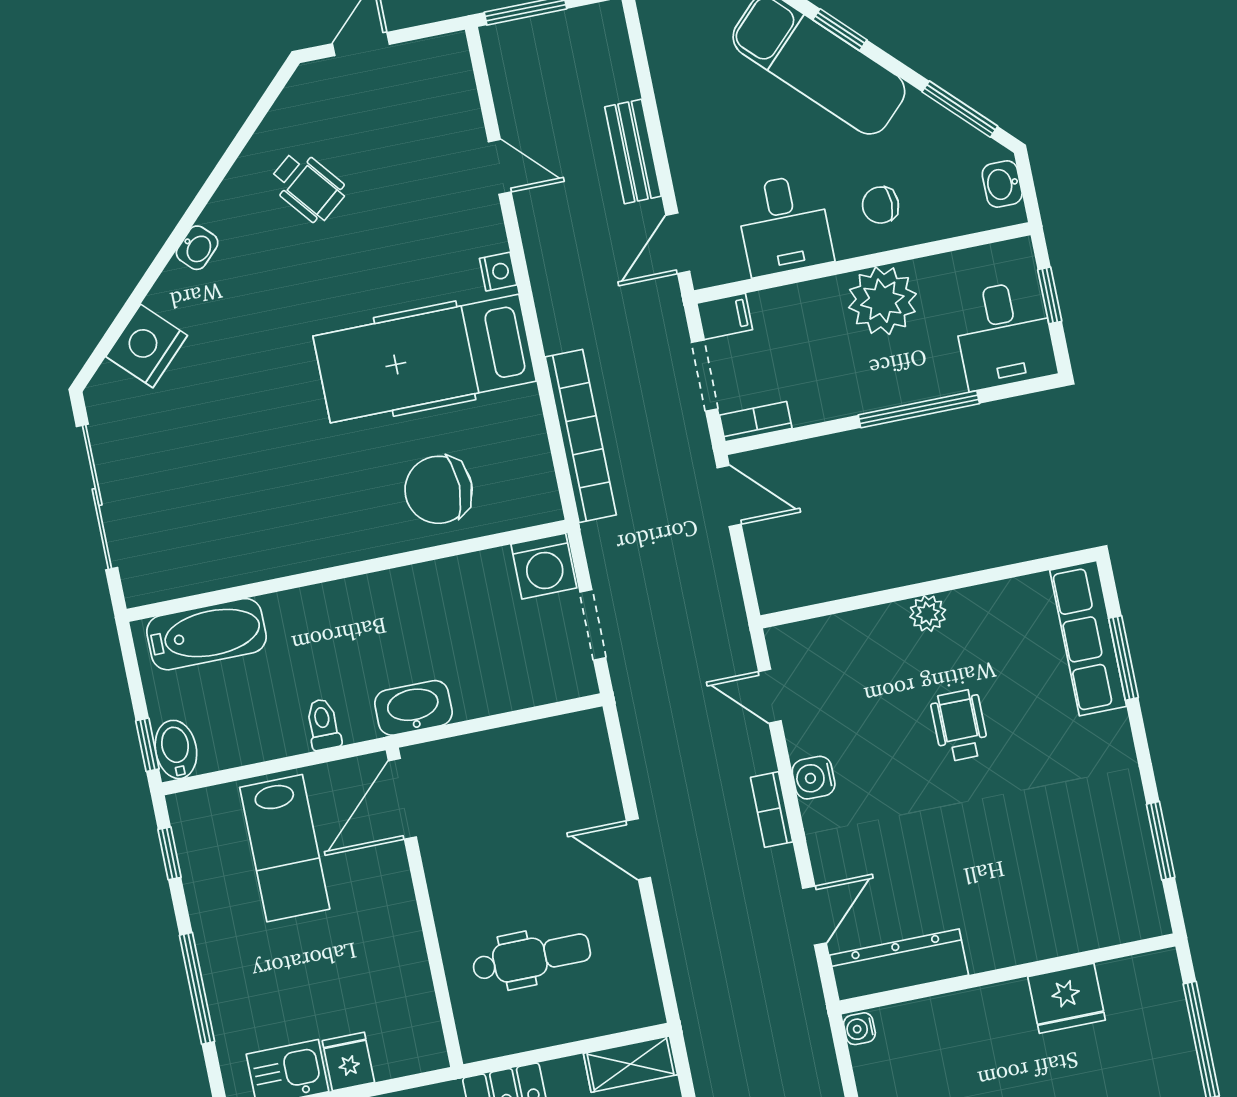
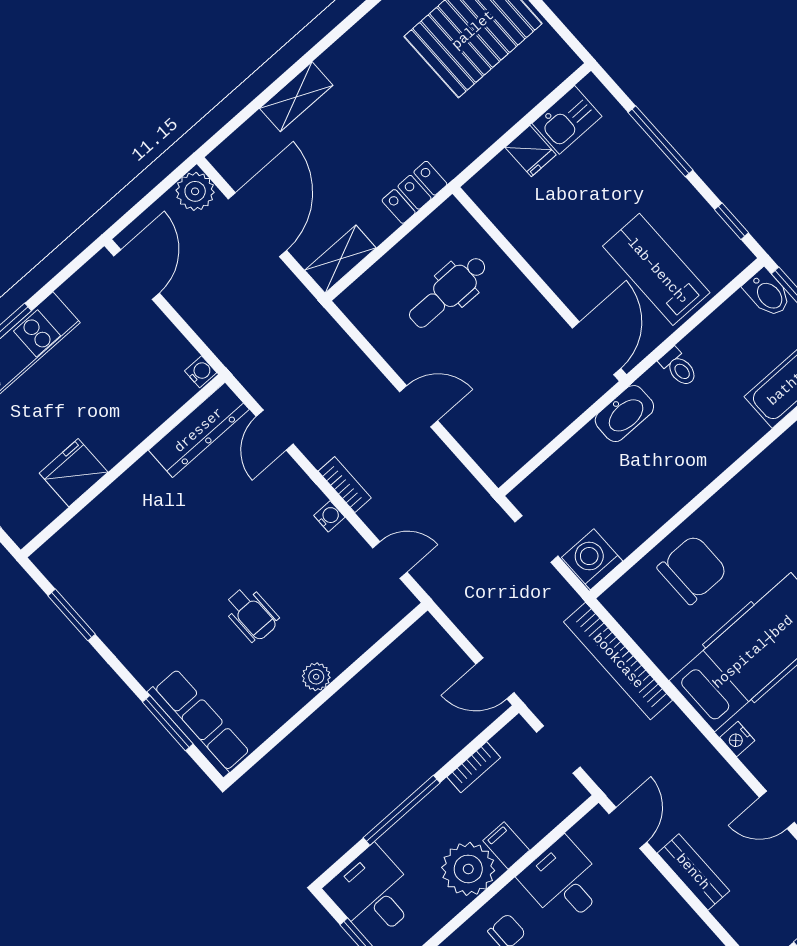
filing cabinet: (725, 316) -> (506, 845), moved, turned 90
bookcase: (756, 422) -> (474, 767), moved
water cooler: (814, 778) -> (329, 516), width x0.72, depth x0.72

